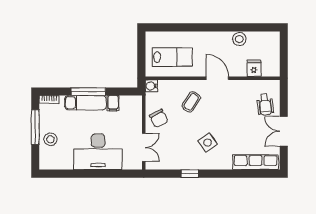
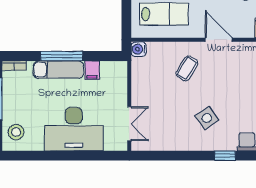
chair: (159, 118) -> (147, 89), removed
stool: (50, 139) -> (16, 132), moved
window: (190, 174) -> (225, 156), moved

